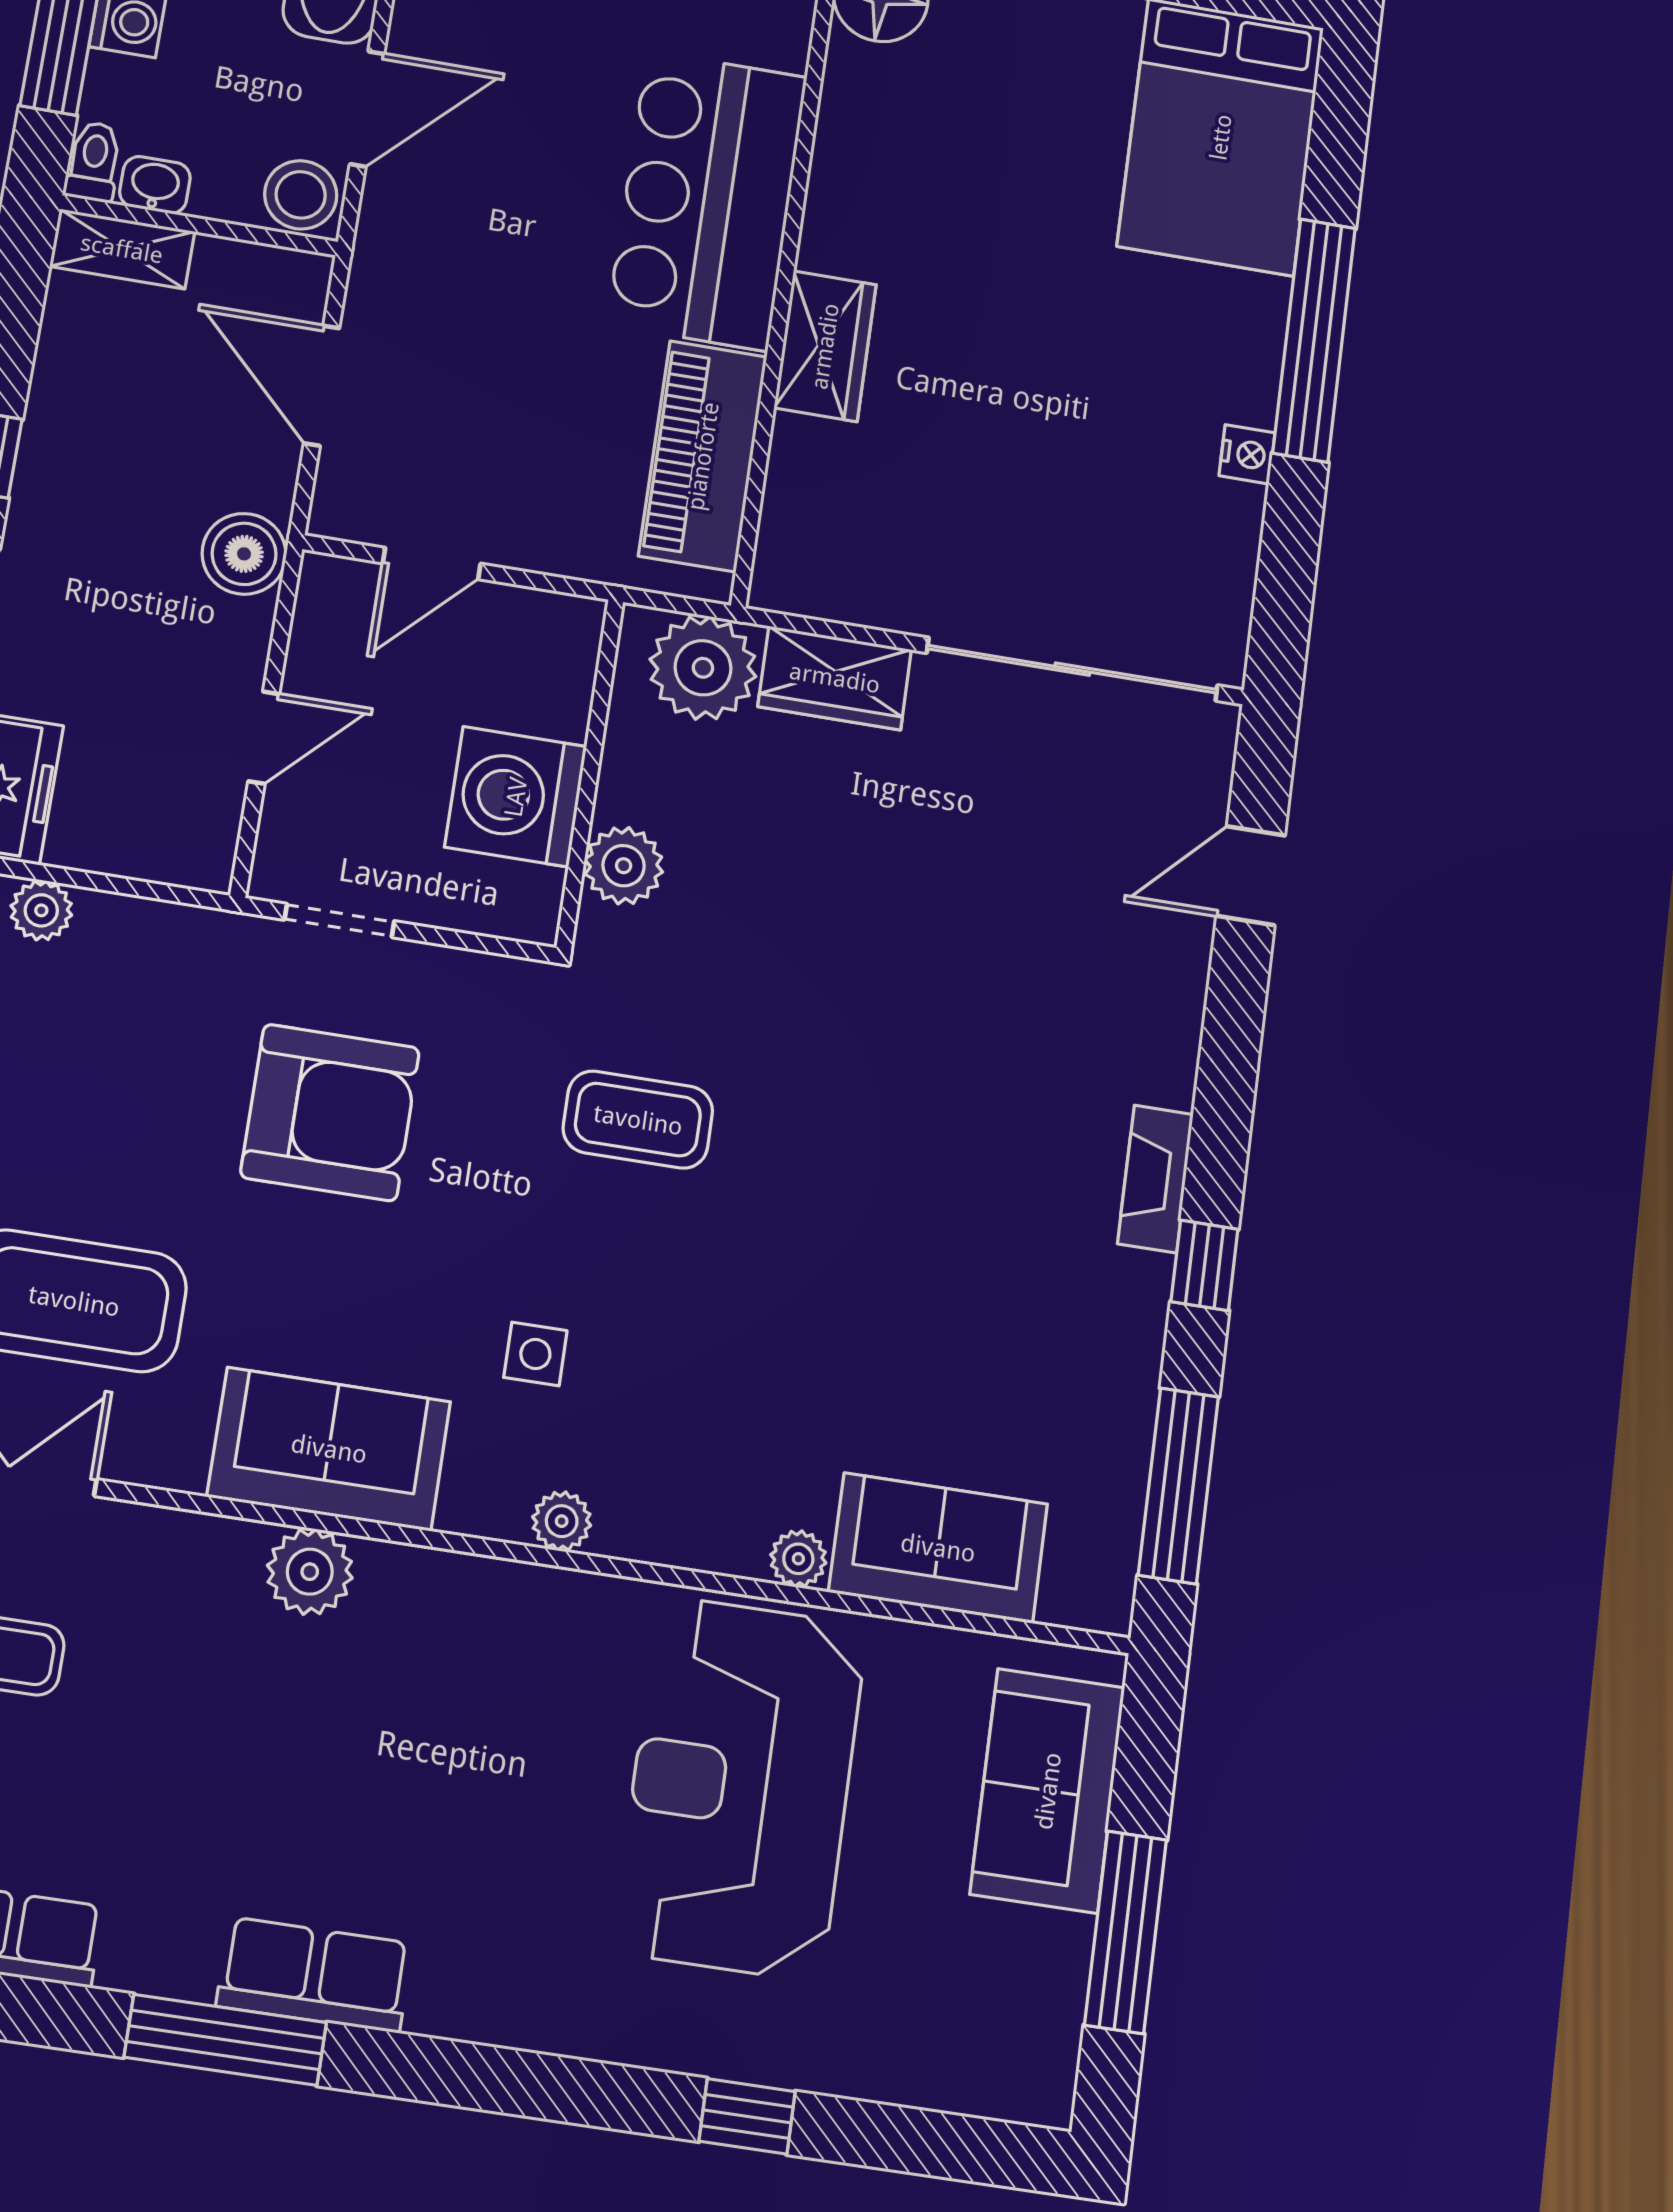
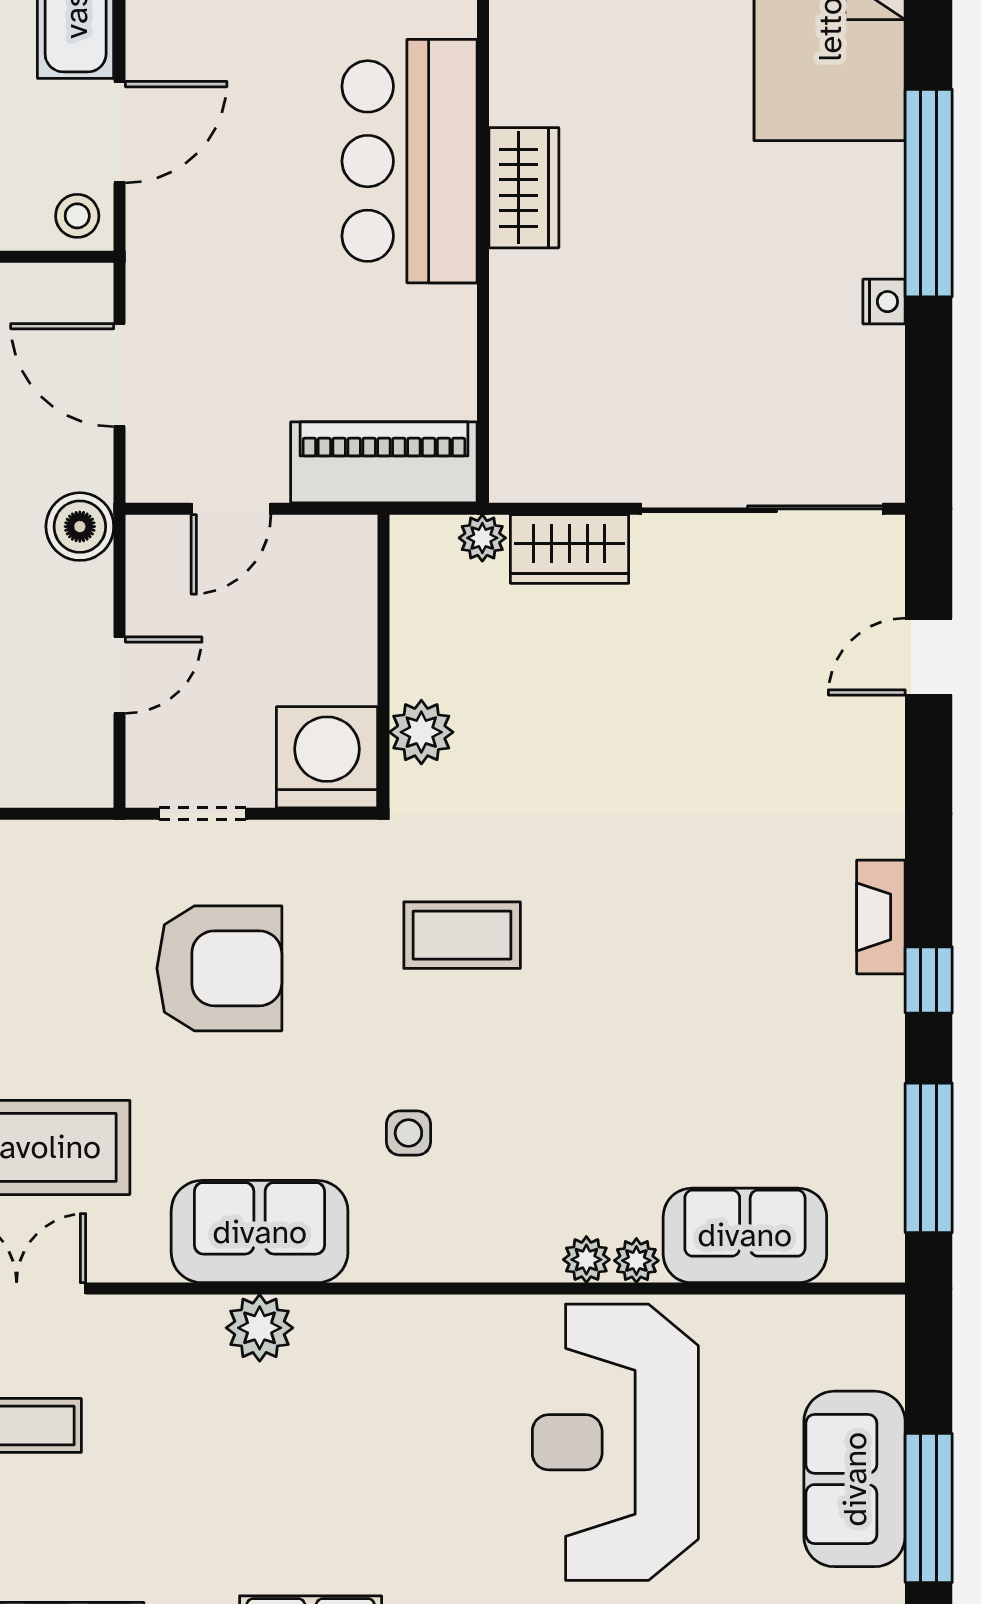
stool: (301, 195) -> (77, 216), width x0.73, depth x0.73
wardrobe: (825, 346) -> (524, 188), moved
piano: (703, 456) -> (384, 462), moved, turned 90
plant: (703, 668) -> (482, 538), width x0.53, depth x0.53
washing machine: (516, 797) -> (327, 757), moved, turned 90
plant: (562, 1521) -> (586, 1260), moved
sofa: (1048, 1791) -> (855, 1479), moved

